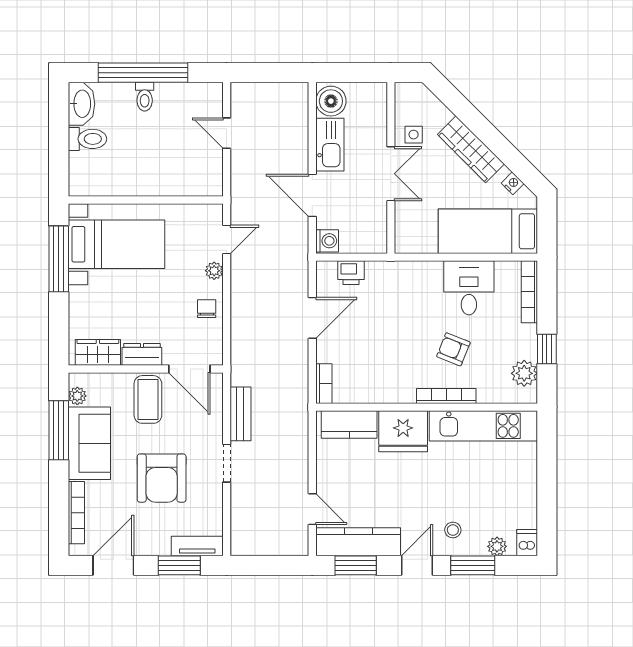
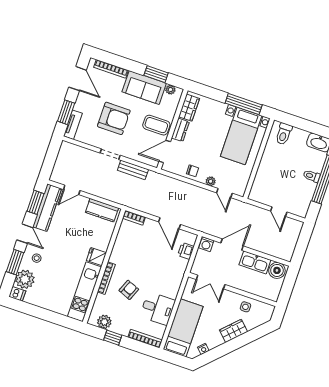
door: (227, 133) -> (279, 212), swing flipped
toilet: (87, 139) -> (284, 134), moved
wardrobe: (471, 149) -> (234, 331), width x0.67
double door: (391, 174) -> (211, 282), moved
kitchen counter: (349, 425) -> (102, 210), moved, turned -90
window: (59, 430) -> (156, 74), width x0.69
fridge: (403, 431) -> (96, 257), width x0.53, depth x0.75
armchair: (162, 478) -> (114, 118), turned 180
plant: (497, 546) -> (25, 279), width x1.87, depth x1.87

